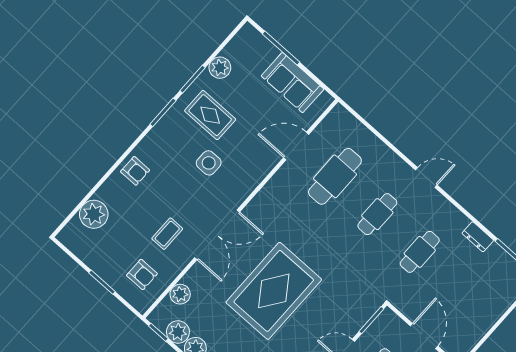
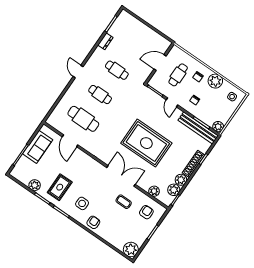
side table: (209, 163) -> (82, 203), moved
plant: (94, 214) -> (131, 249), moved

